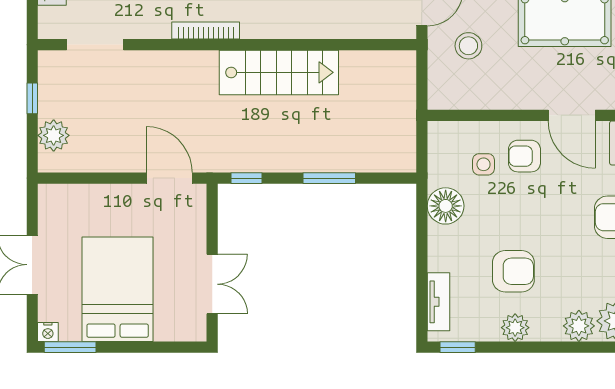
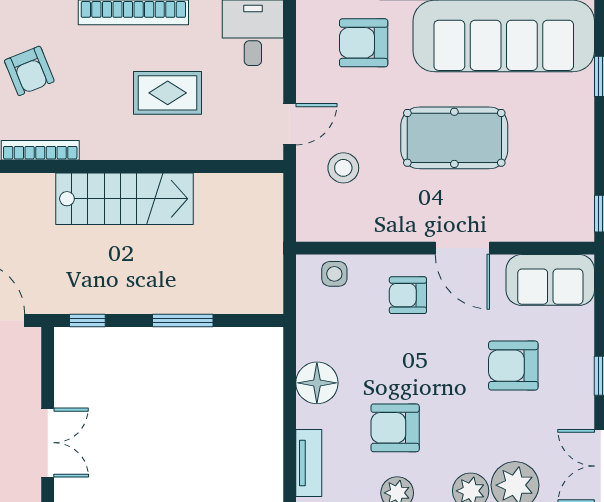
side table: (484, 164) -> (334, 274), moved
floor lamp: (446, 206) -> (317, 383), moved
armchair: (513, 271) -> (395, 428), turned 180

